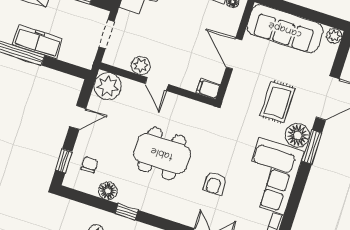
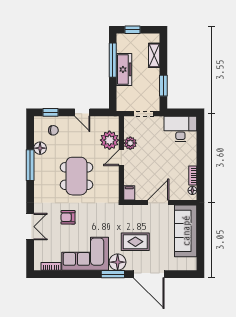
plant: (334, 36) -> (191, 265), removed
plant: (108, 86) -> (109, 140), moved
window: (127, 212) -> (30, 165), width x2.17

